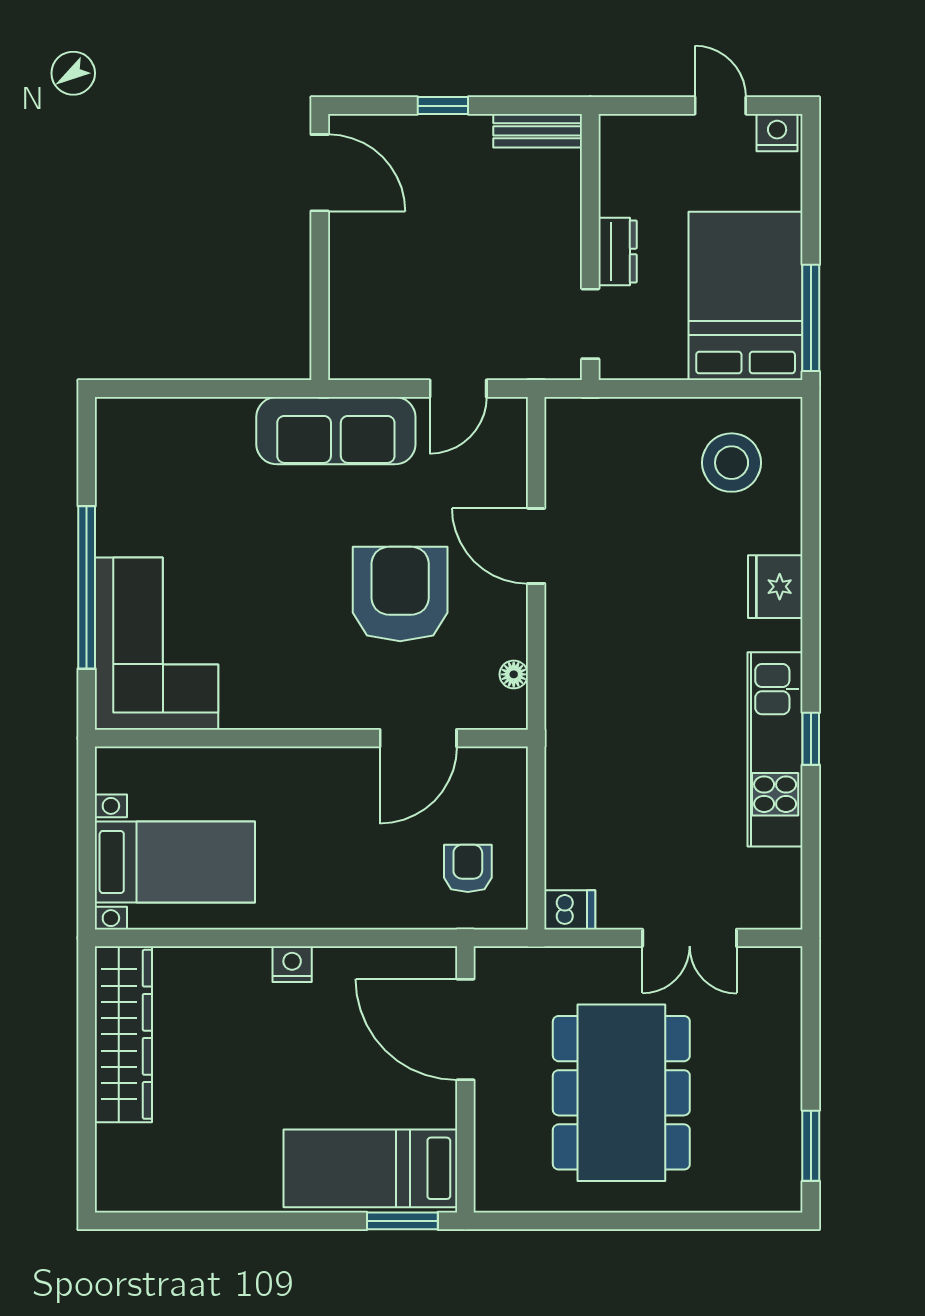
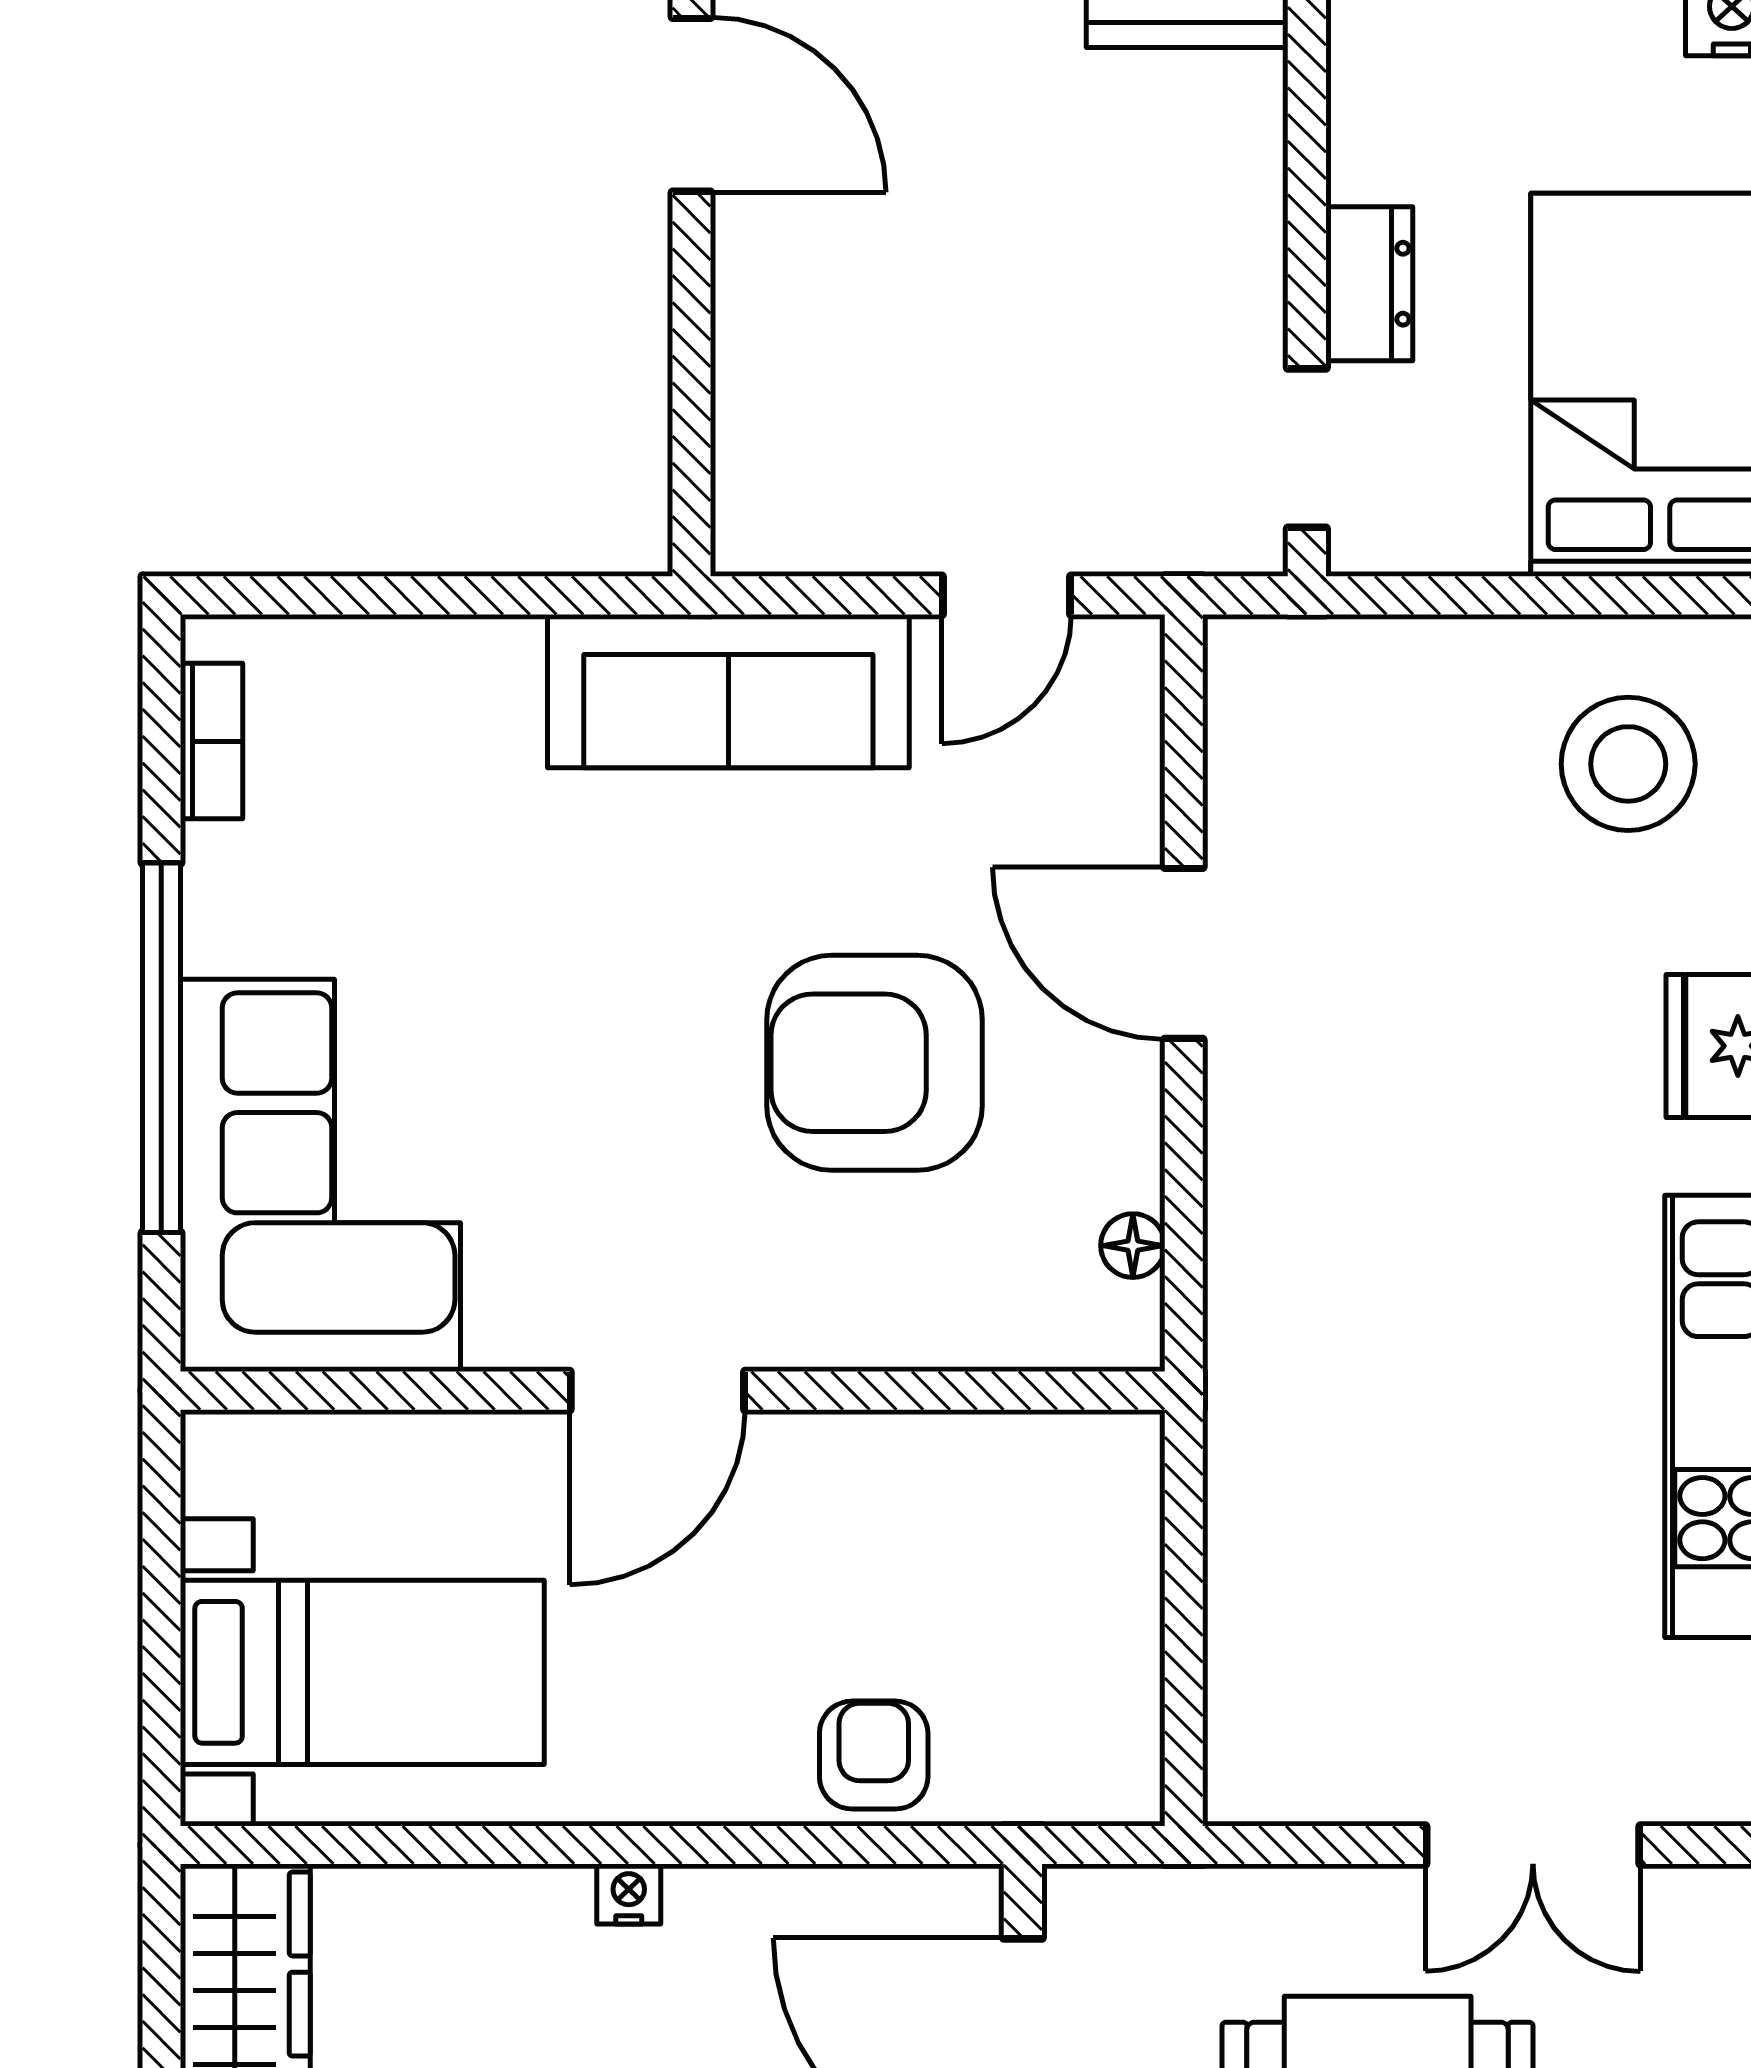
bookcase: (109, 453) -> (212, 741), added
armchair: (400, 594) -> (875, 1063), turned -90
door: (418, 738) -> (657, 1391), moved
armchair: (468, 868) -> (874, 1755), moved
dishwasher: (570, 910) -> (1260, 1781), removed
nightstand: (292, 964) -> (629, 1894), width x0.72, depth x0.74

